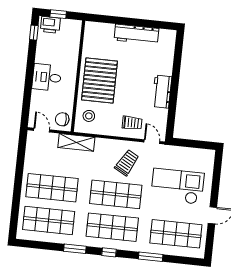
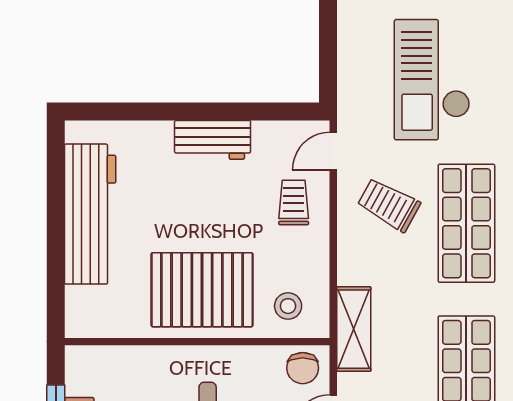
workbench: (136, 34) -> (90, 214), width x1.36, depth x1.32

